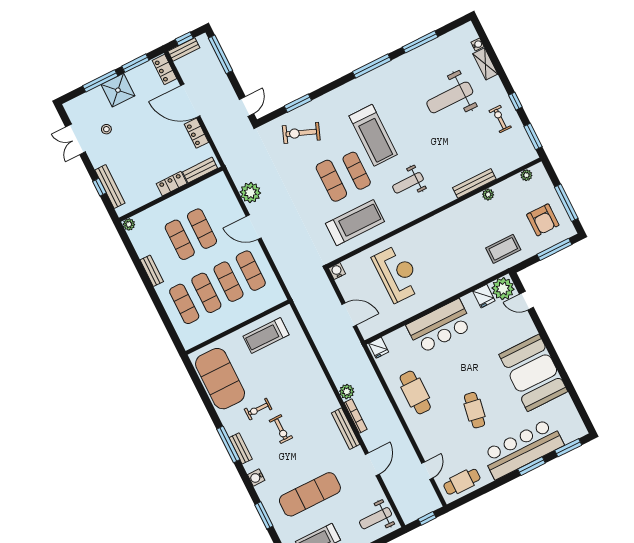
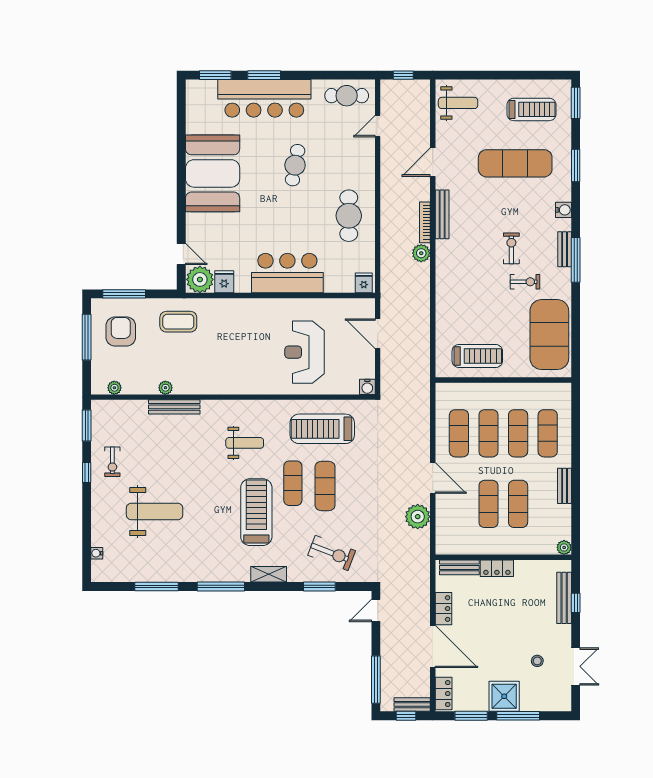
shelving: (485, 64) -> (269, 574), moved, turned 90

